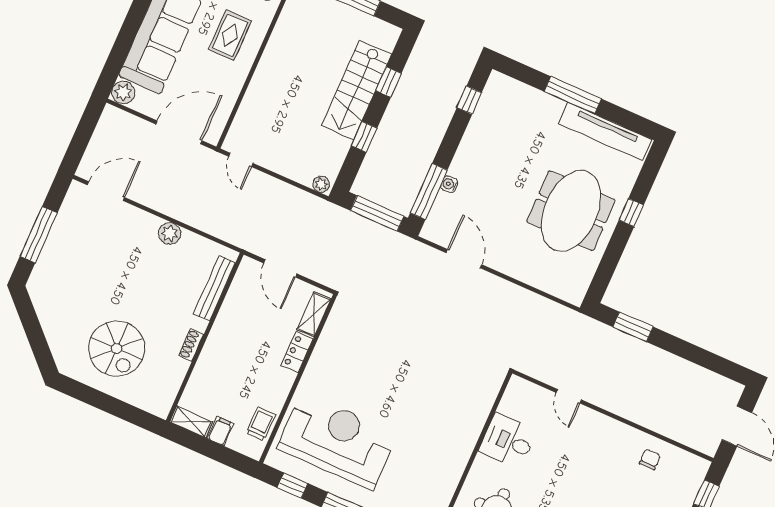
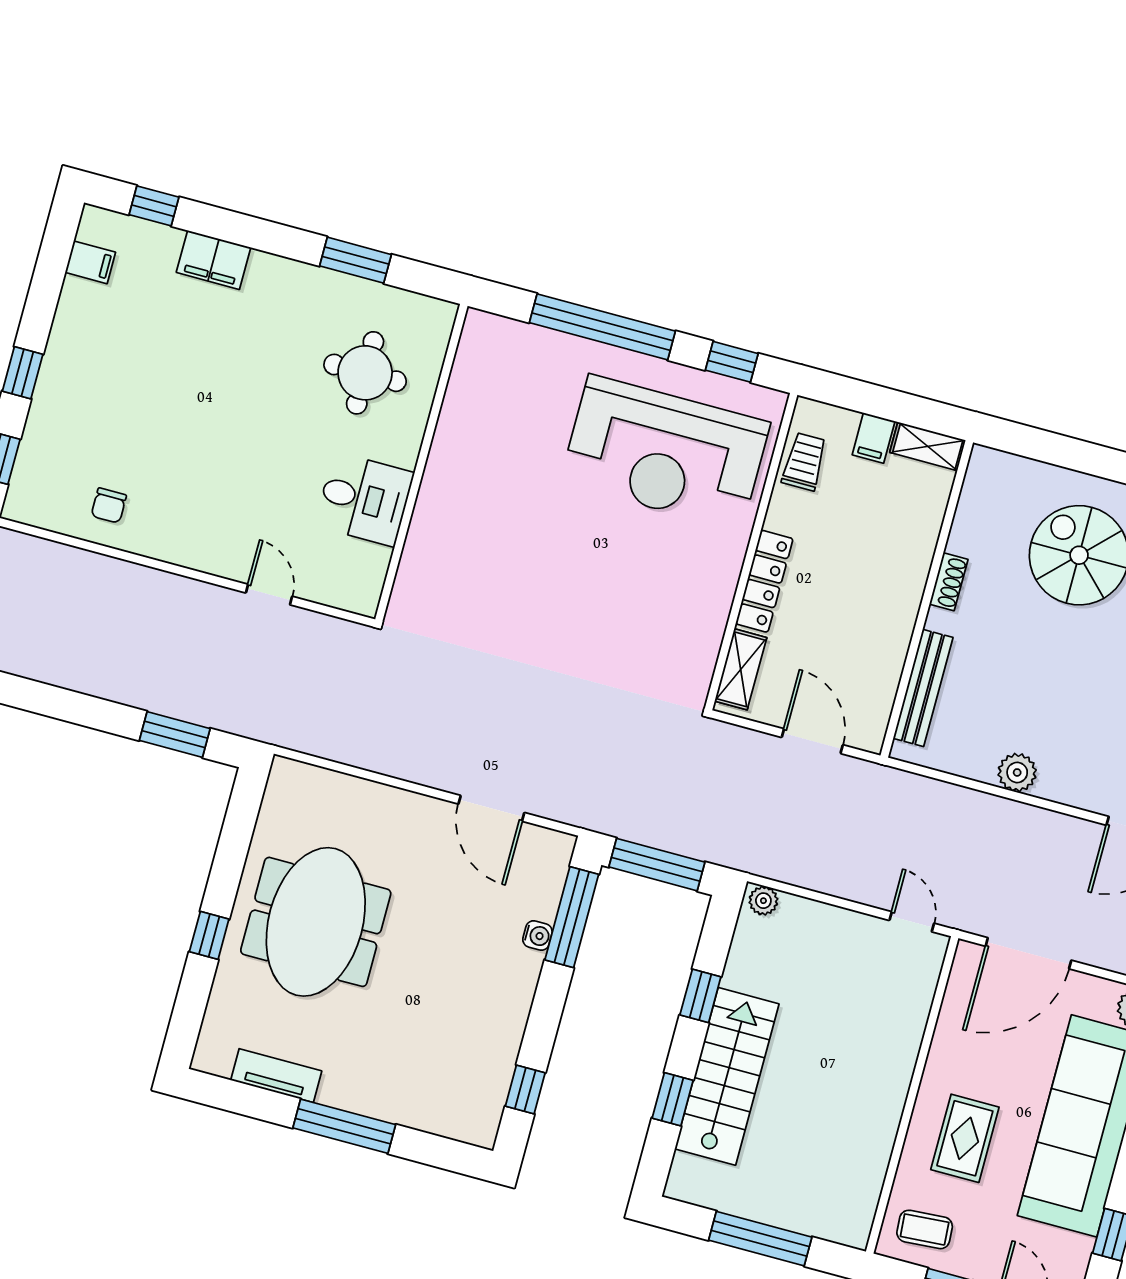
tv unit: (605, 132) -> (276, 1076), width x0.52, depth x0.78
locker: (297, 352) -> (764, 581), width x1.53
trolley: (261, 424) -> (804, 462), turned 180

